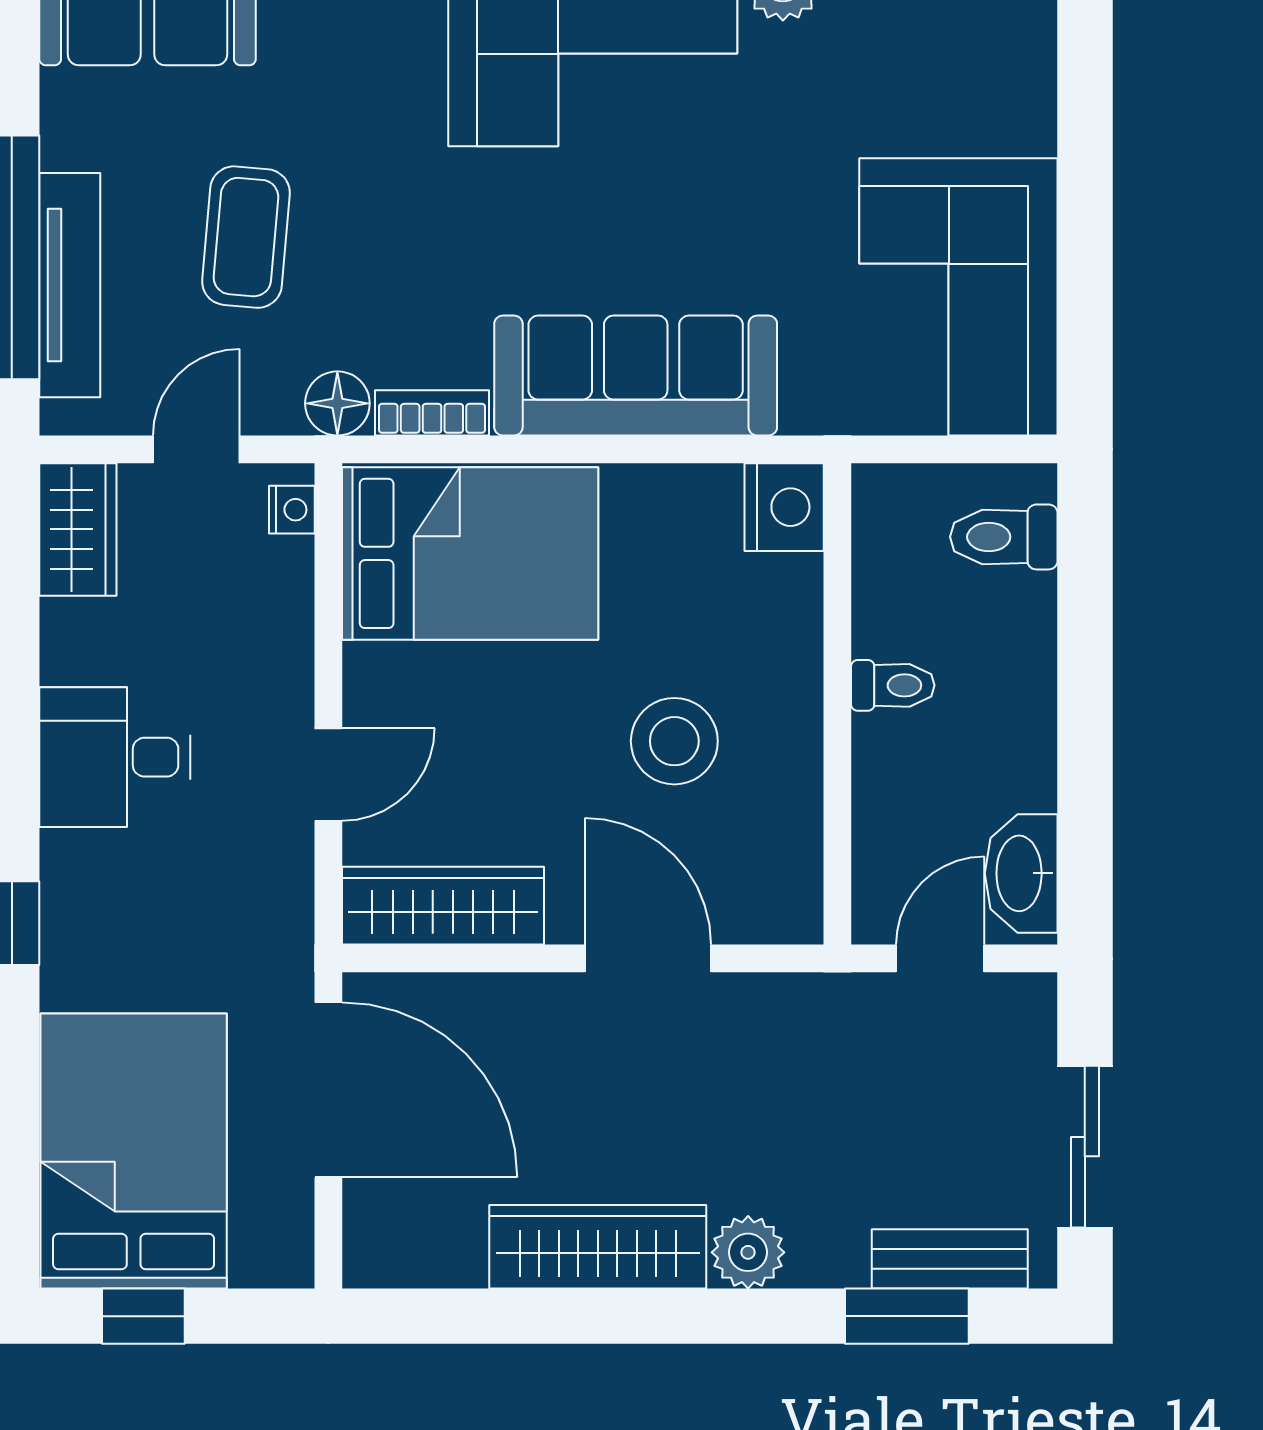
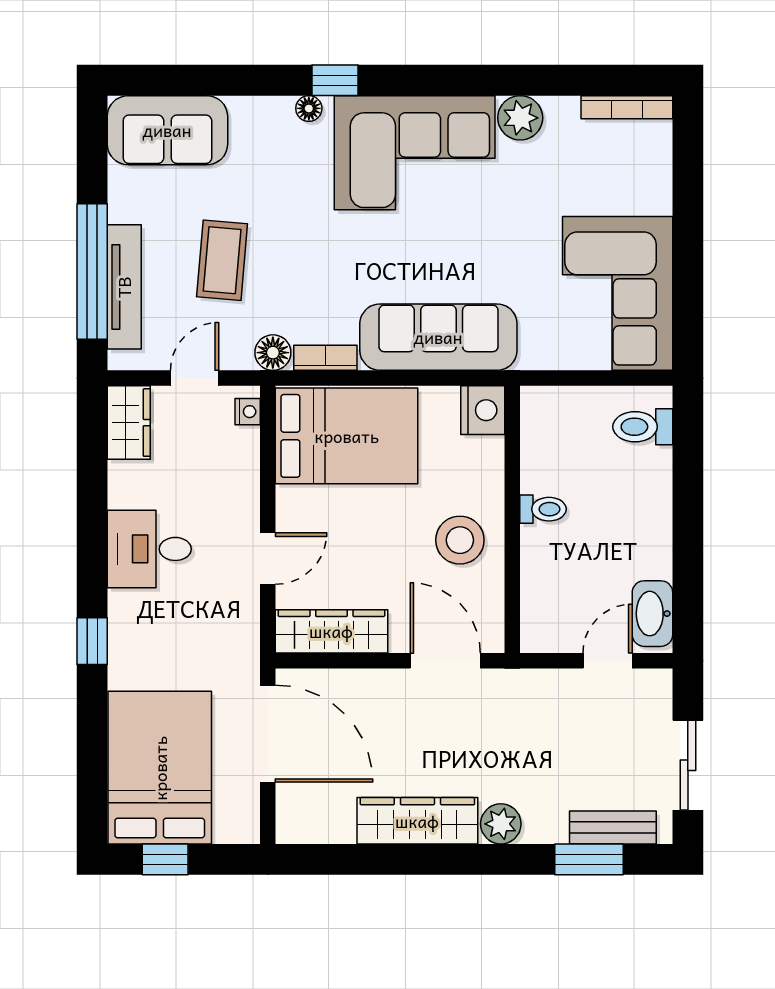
nightstand: (784, 507) -> (483, 410), moved
toilet: (893, 685) -> (543, 509), moved
wall: (837, 704) -> (512, 519), moved

